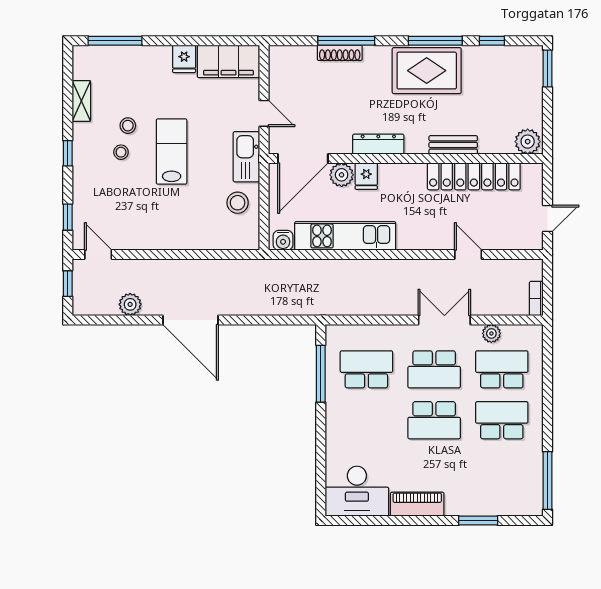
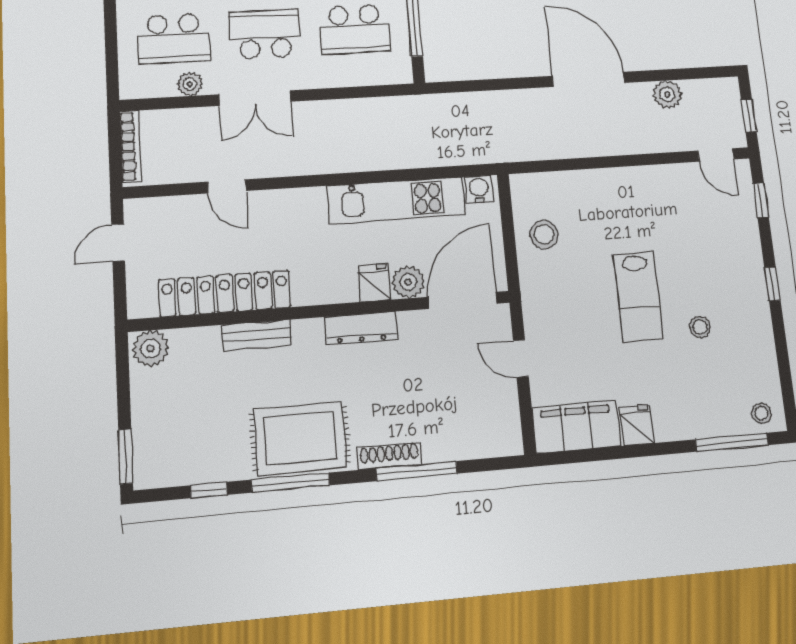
shoe rack: (340, 53) -> (389, 456), moved
shelving: (81, 101) -> (765, 356), removed
stool: (121, 152) -> (761, 413), moved
kitchen sink: (246, 157) -> (538, 297), removed
bookcase: (536, 299) -> (130, 146), width x1.56

